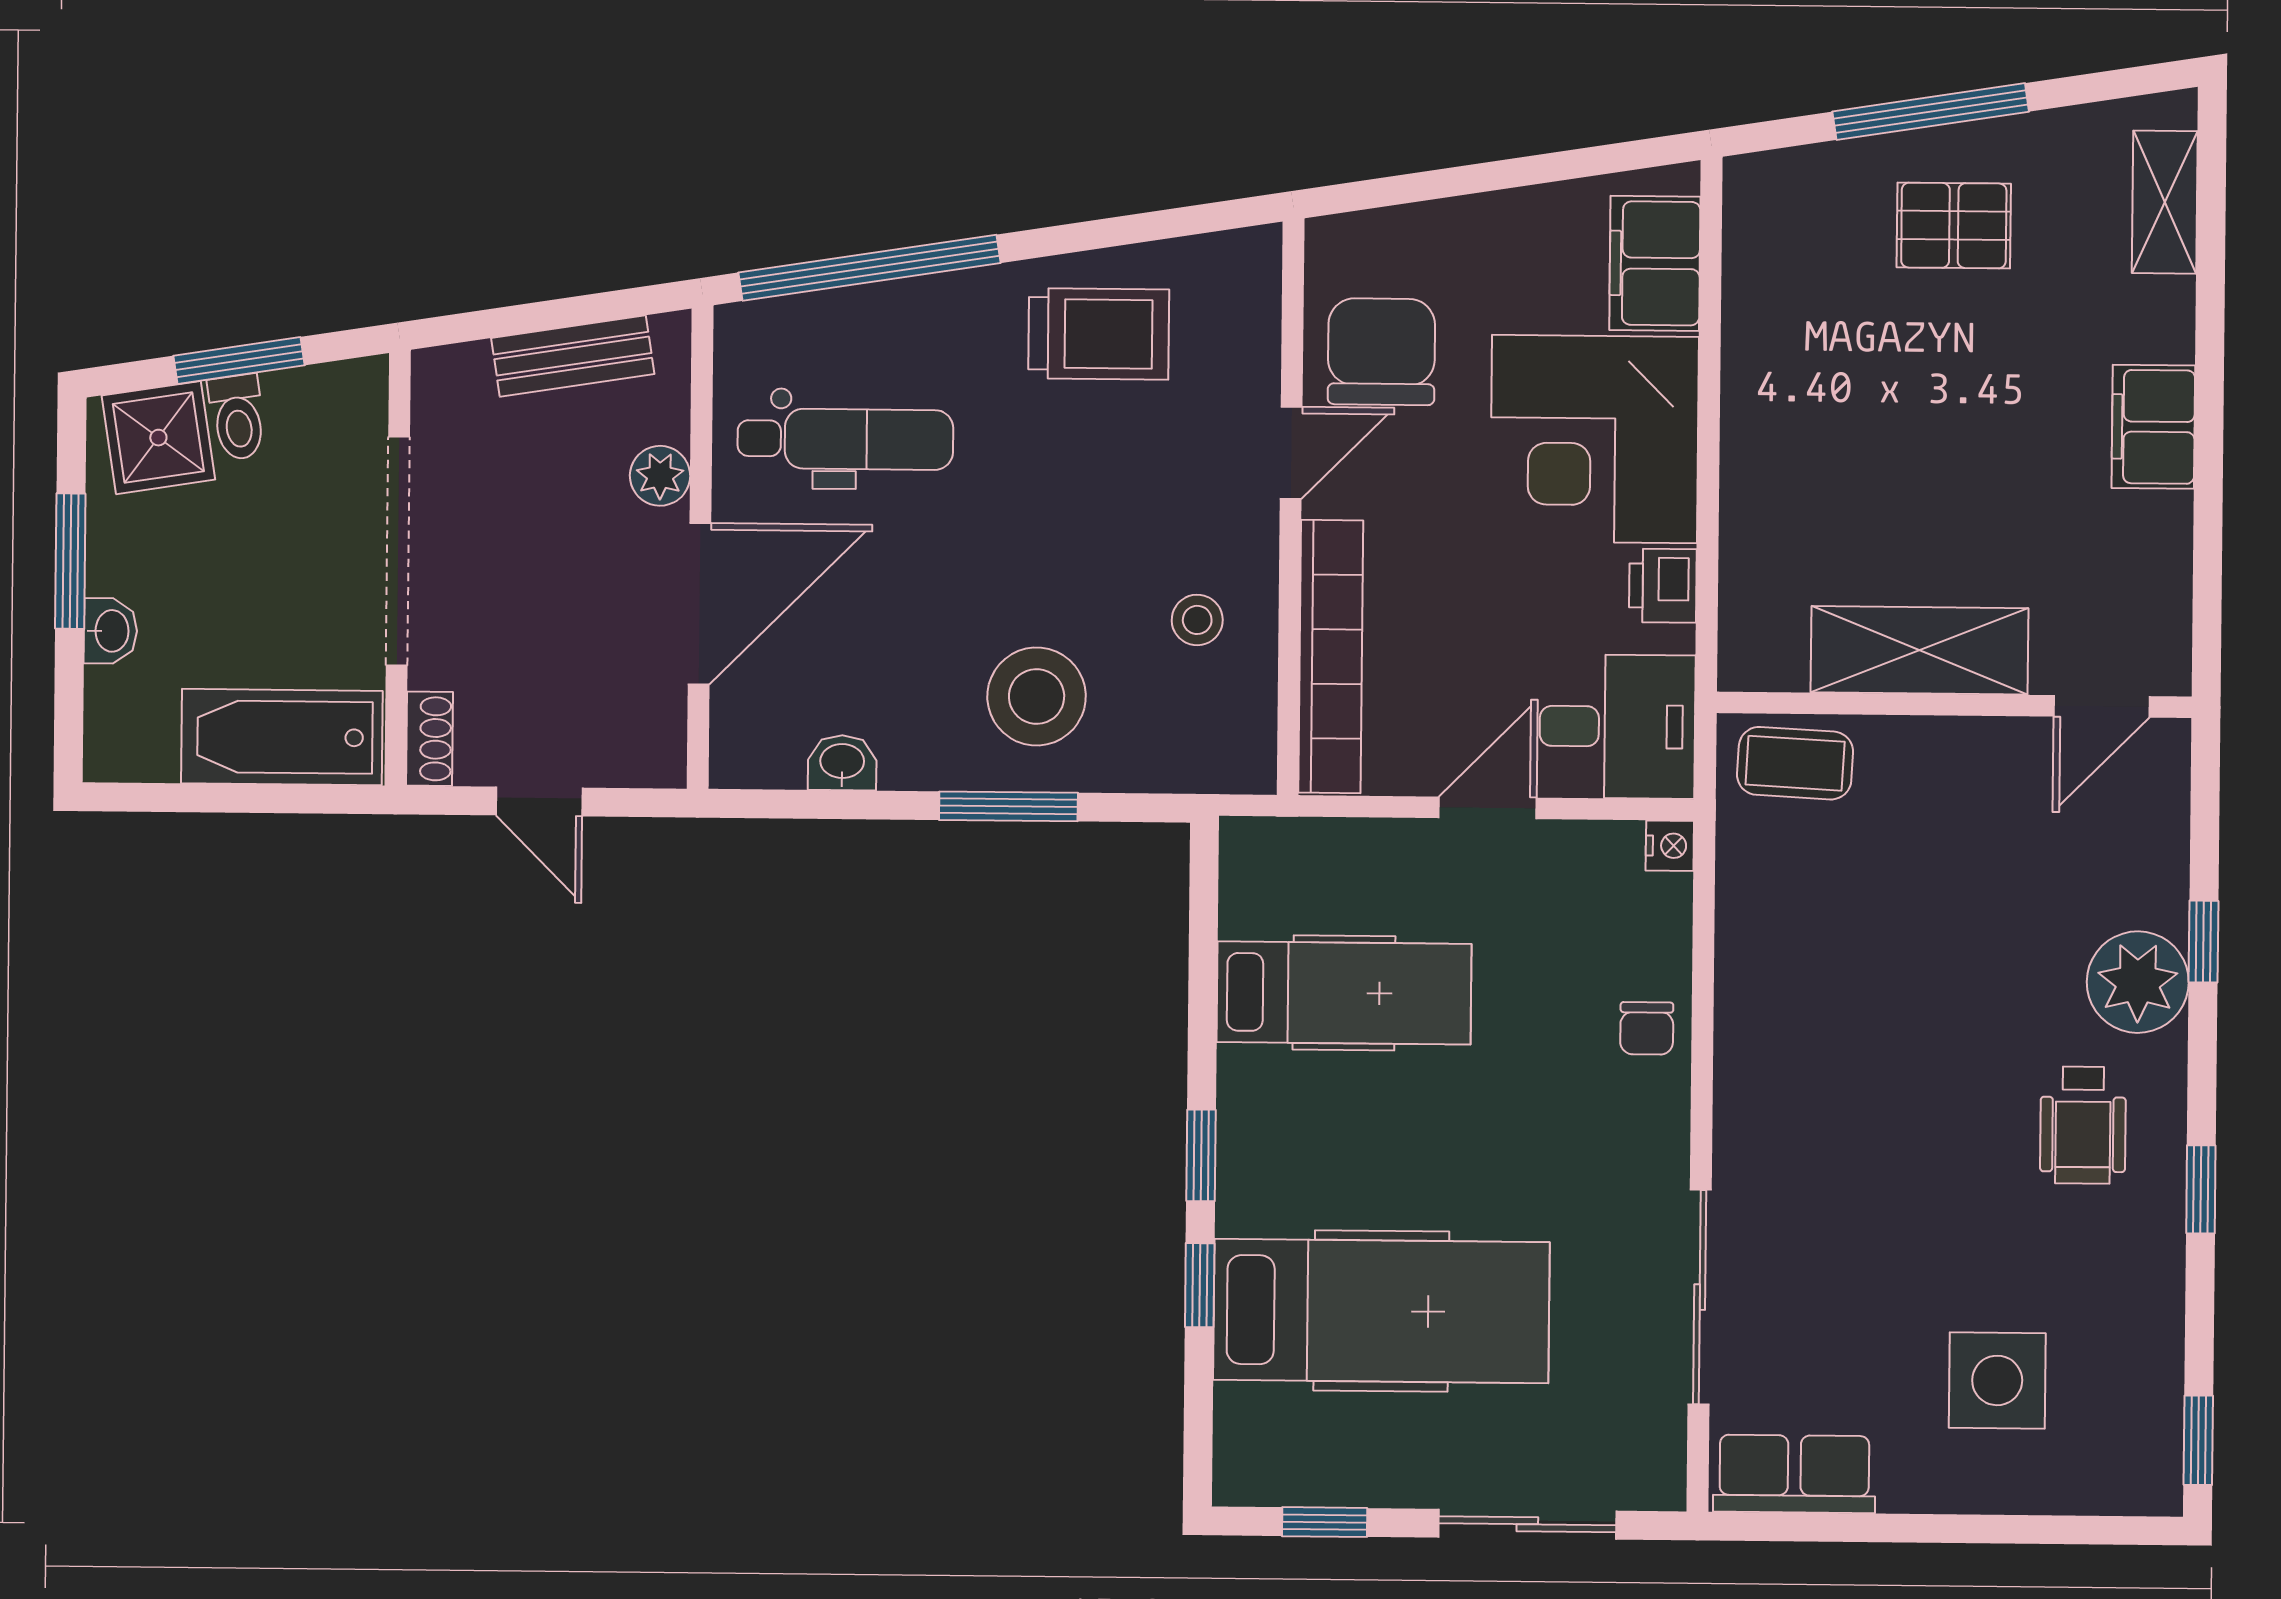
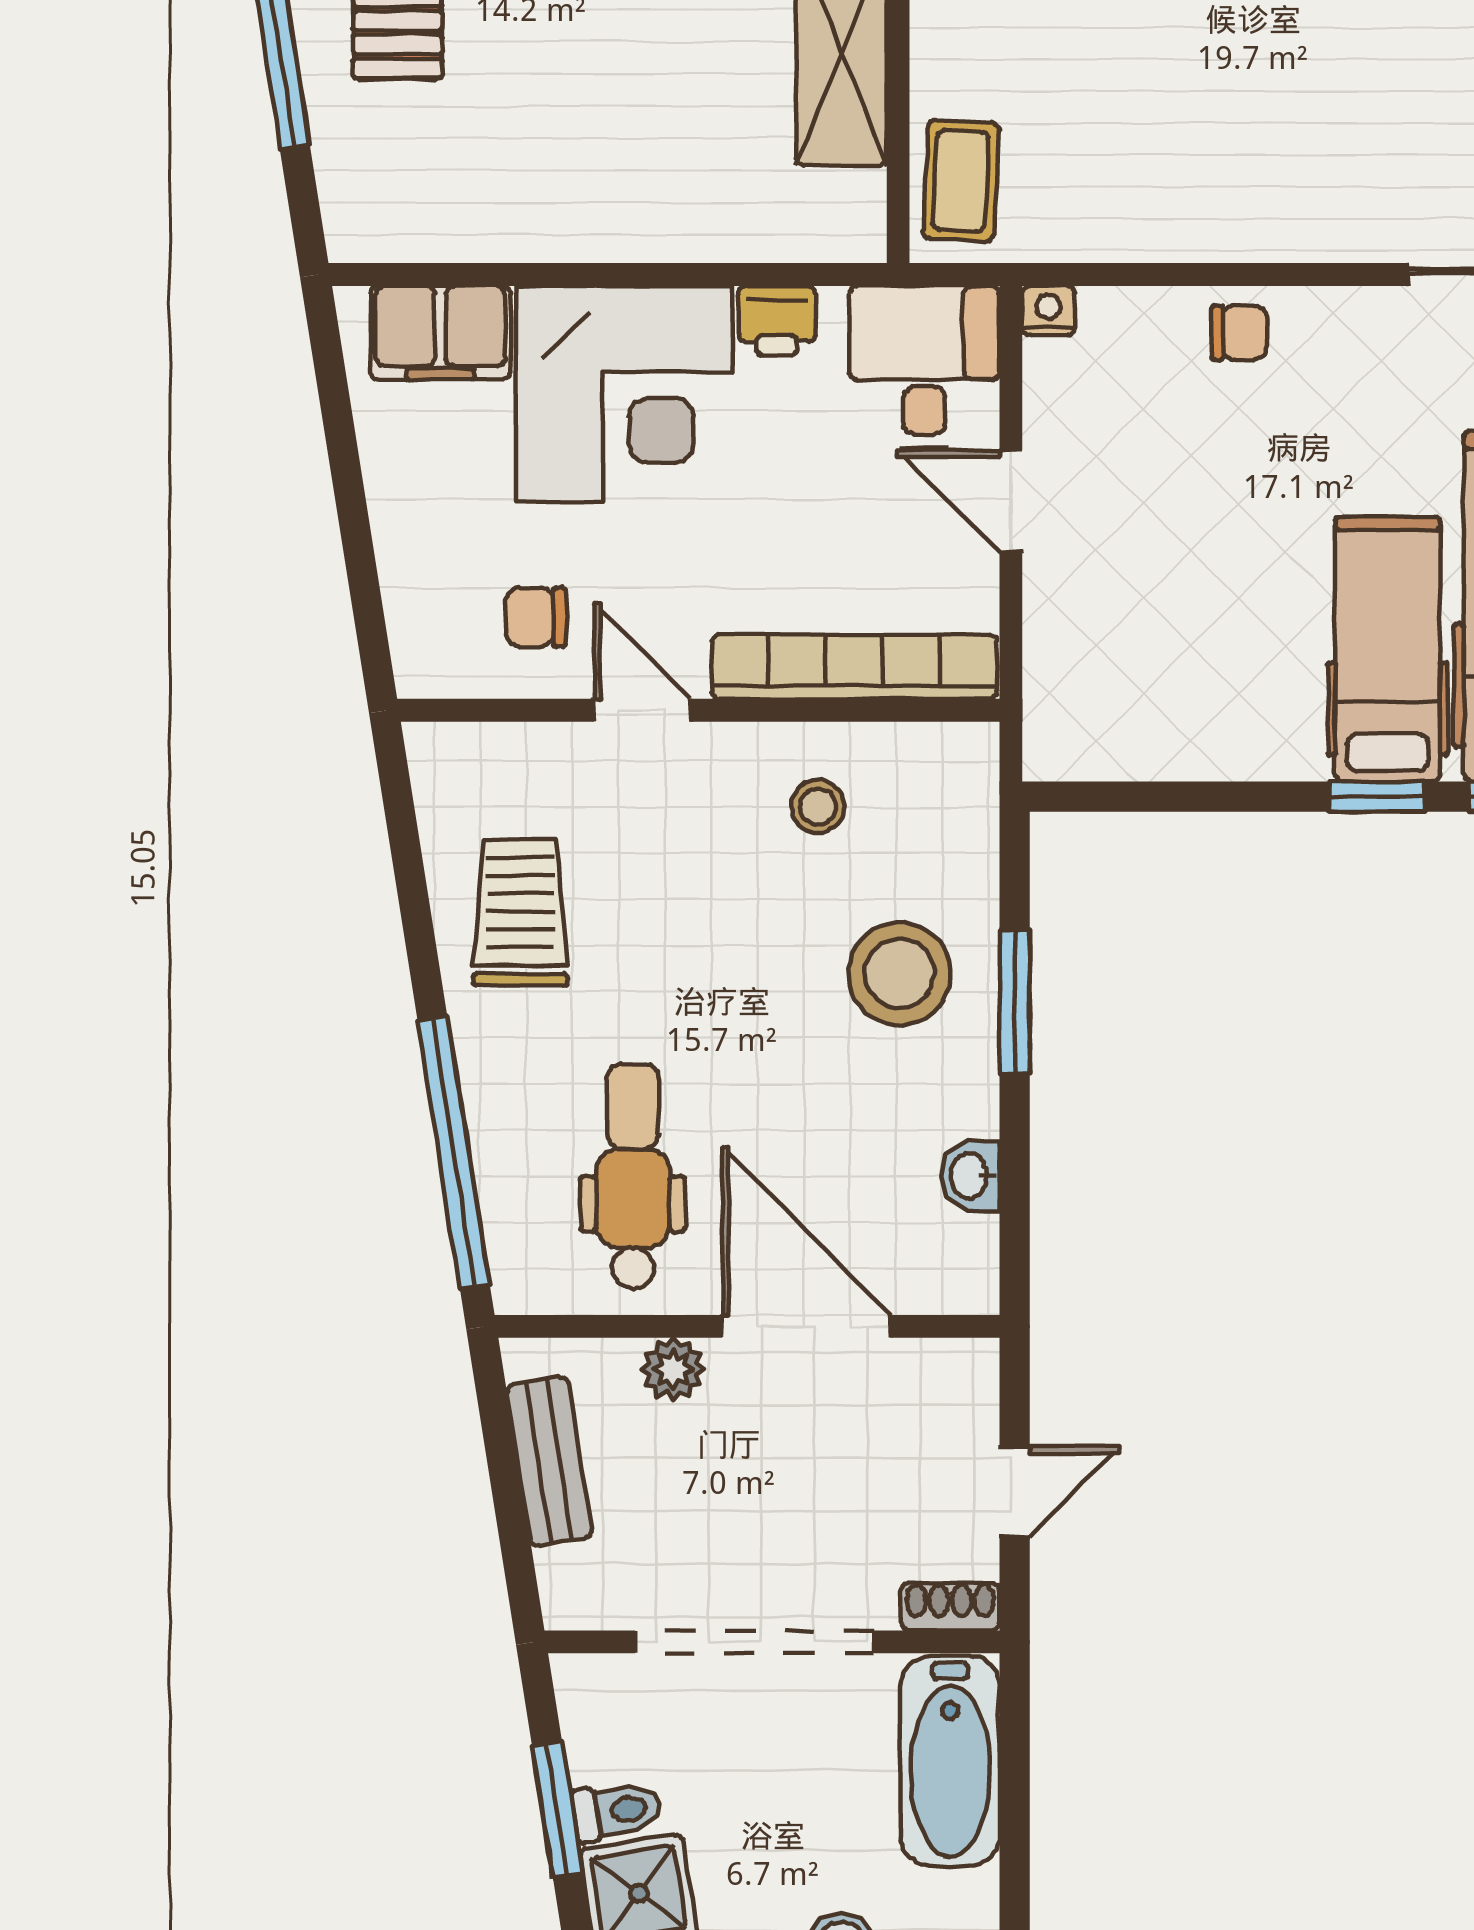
chair: (1381, 352) -> (536, 617), width x0.54, depth x0.54
hospital bed: (1344, 993) -> (1388, 649), moved

